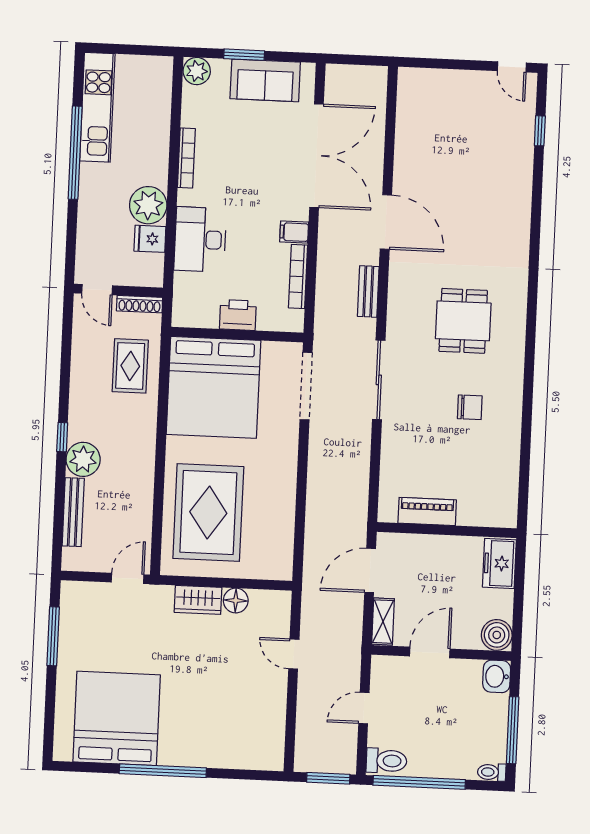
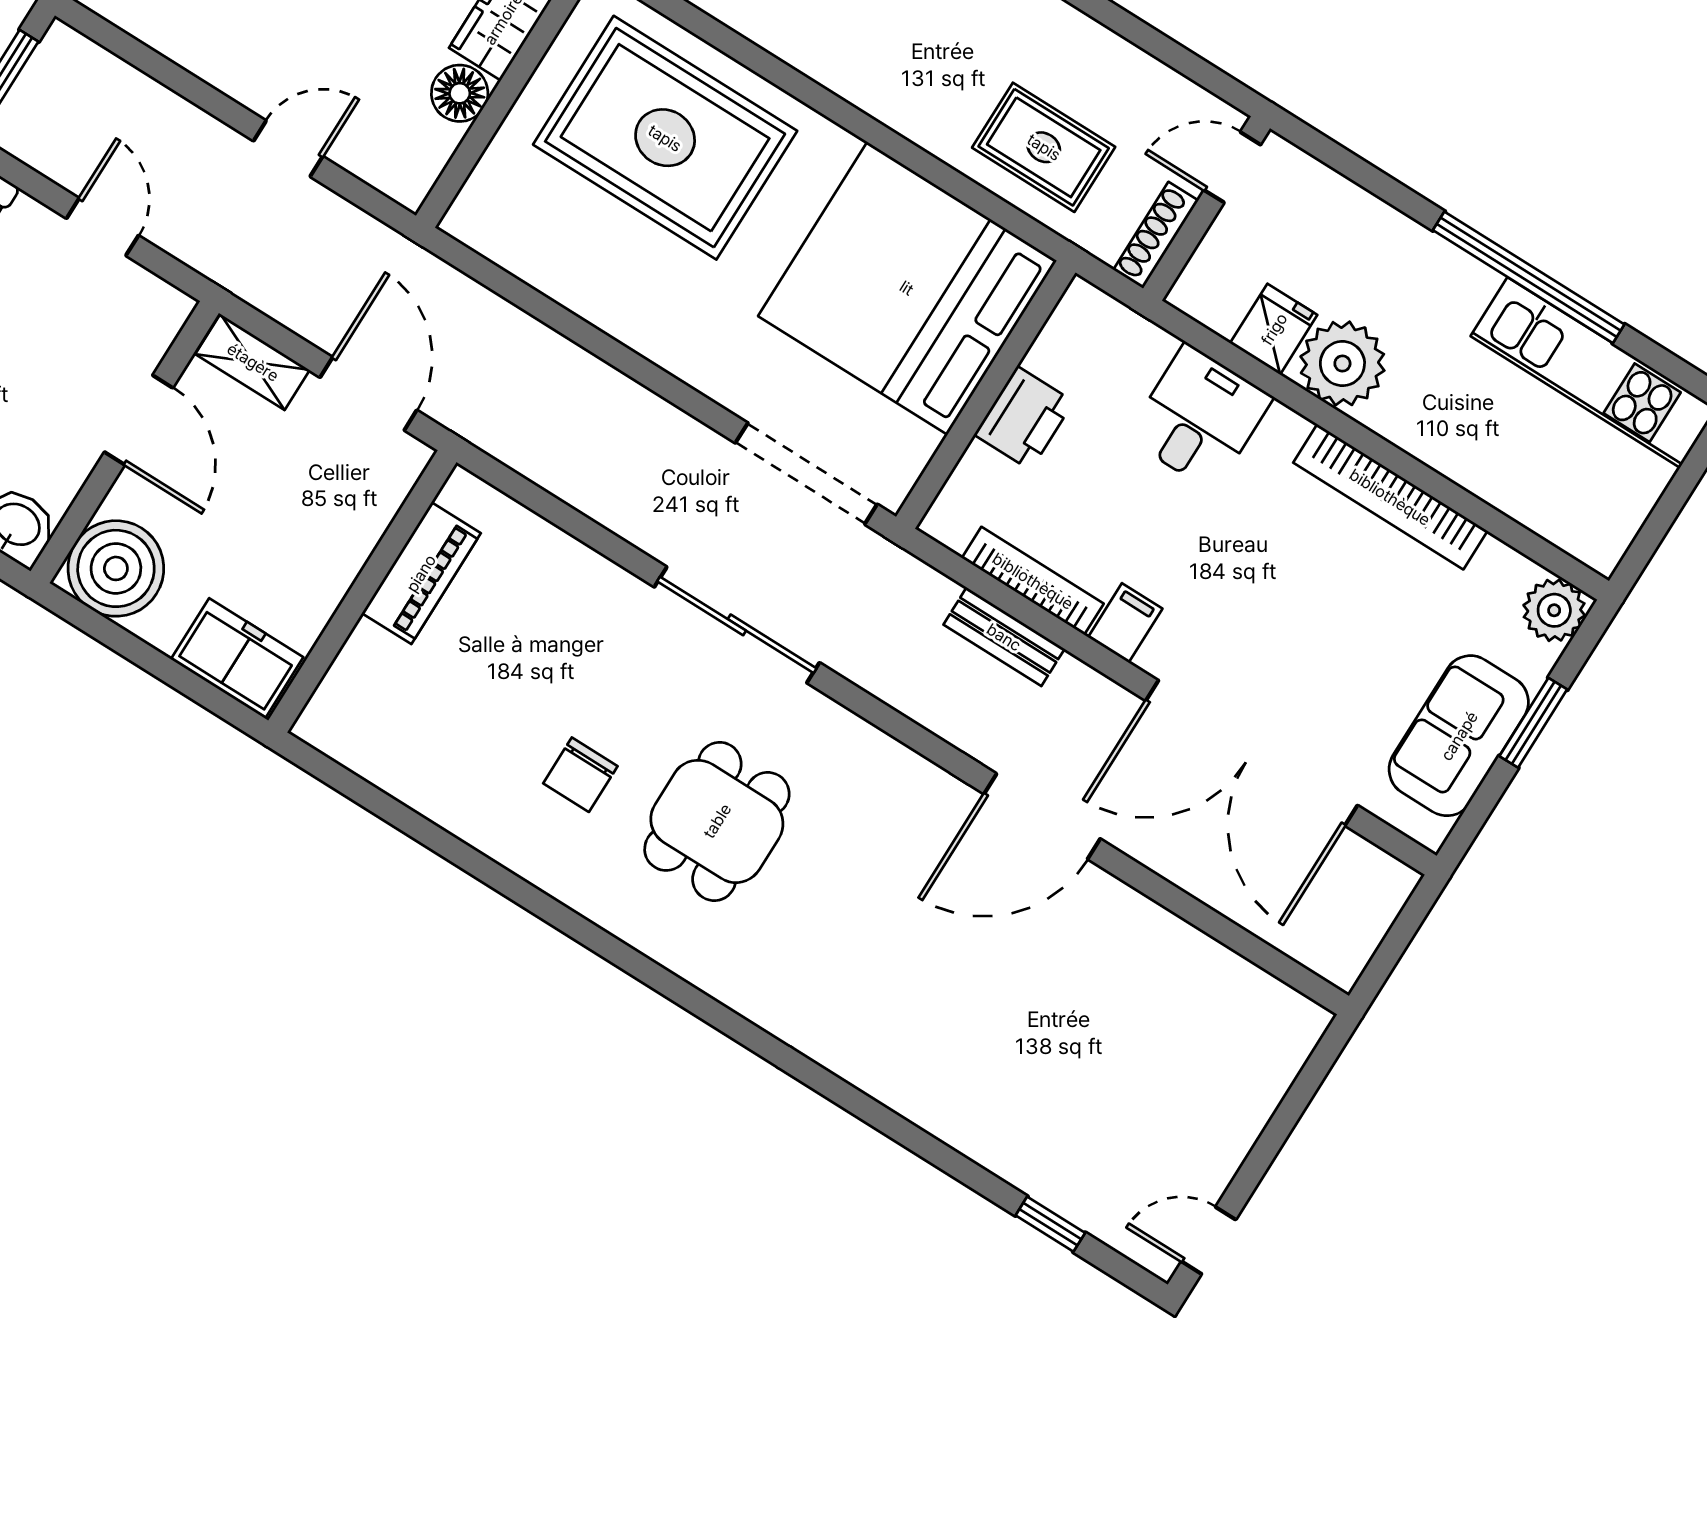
bookcase: (186, 158) -> (1390, 497), width x1.48, depth x1.31
desk: (200, 239) -> (1199, 417), width x0.73
bench: (368, 291) -> (1004, 637), moved
dining table: (463, 321) -> (717, 821), moved, turned 90
boiler: (497, 635) -> (116, 568), width x1.37, depth x1.37

